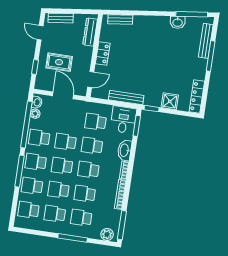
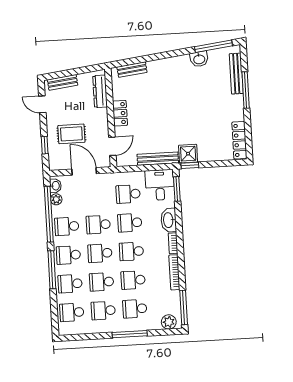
shower: (170, 101) -> (188, 154), moved

